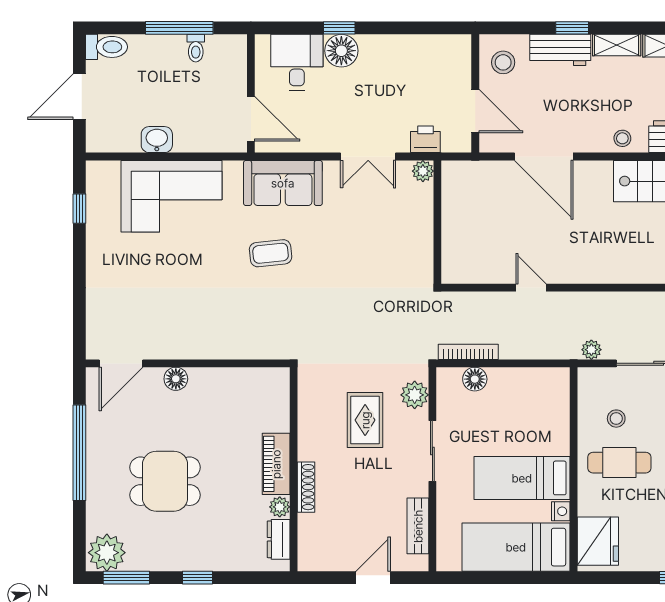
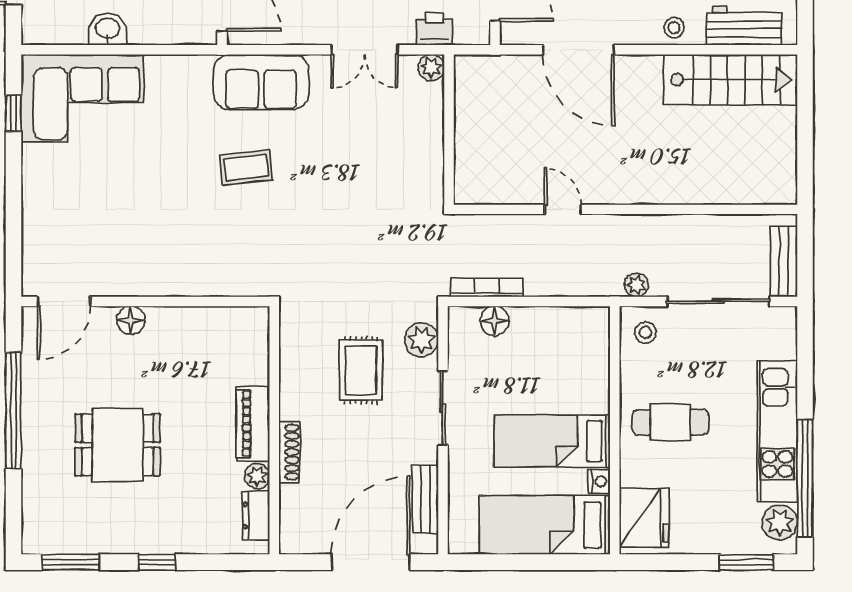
corner sofa: (172, 196) -> (82, 98), moved
stool: (616, 419) -> (645, 332), moved
plant: (107, 553) -> (47, 532), removed
door: (373, 578) -> (371, 562), width x1.87

